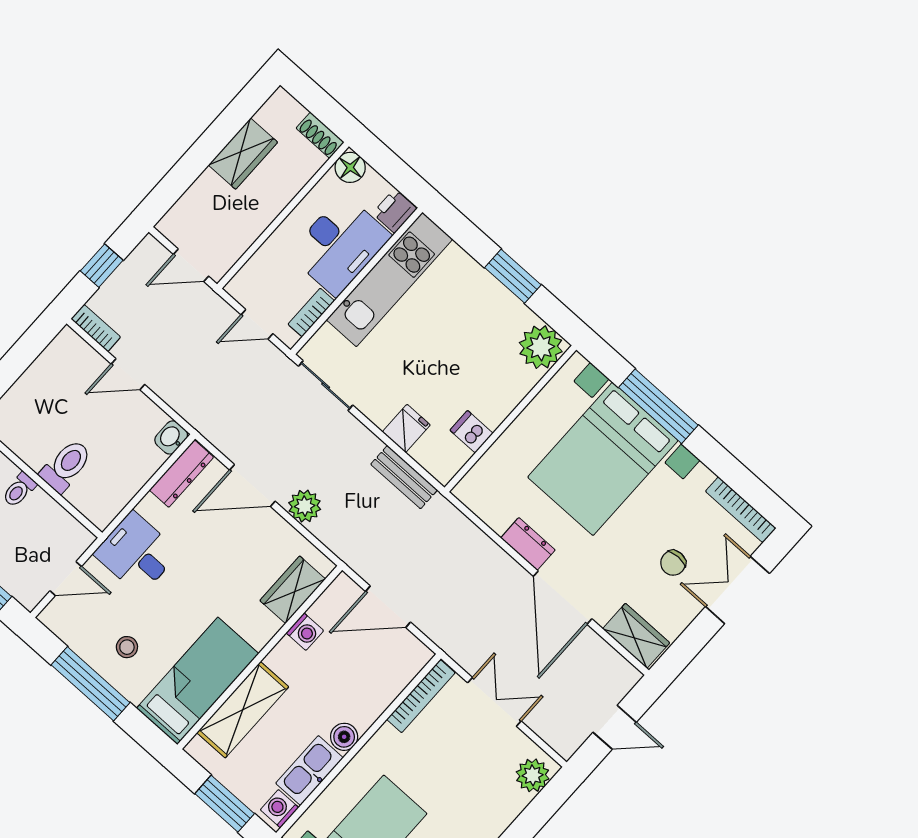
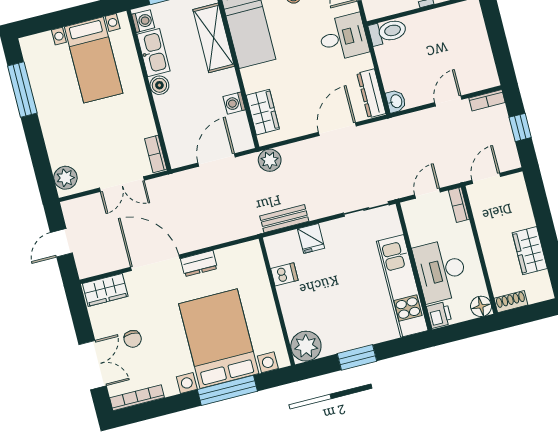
bookcase: (311, 312) -> (459, 205), moved, turned 180
toilet: (66, 466) -> (388, 32), moved, turned -90
plant: (305, 506) -> (270, 160), moved
chair: (673, 563) -> (133, 339), turned 180
bookcase: (421, 696) -> (156, 154), width x0.64

